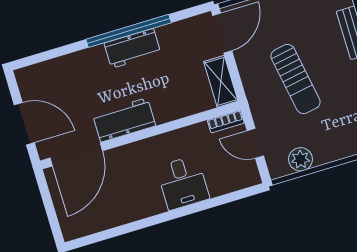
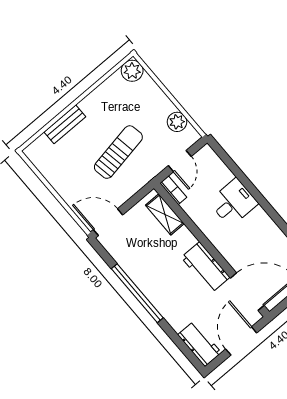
workbench: (132, 48) -> (200, 344), moved
shelving: (221, 81) -> (165, 214), moved, turned 90

